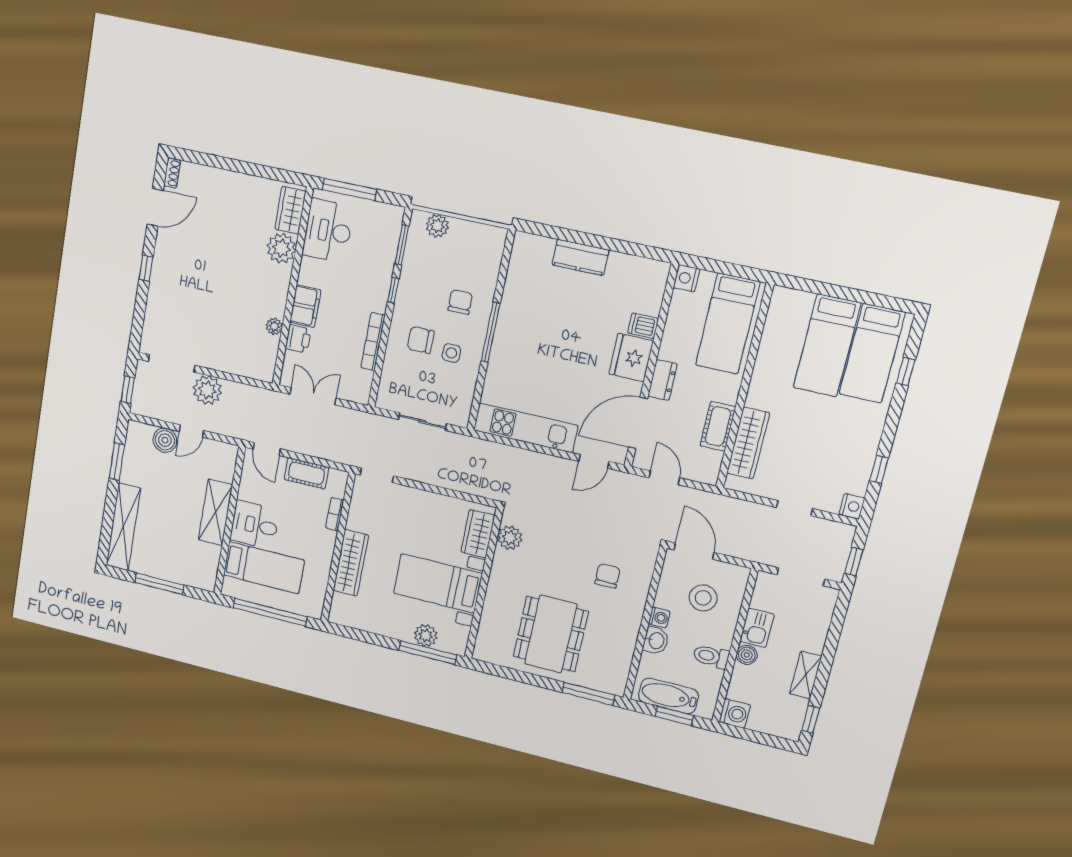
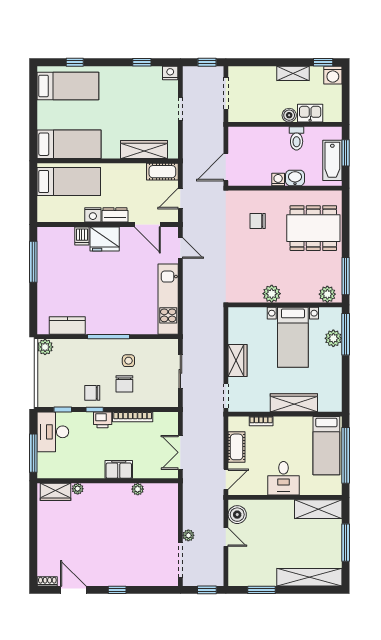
plant: (437, 226) -> (45, 347), moved
desk: (328, 231) -> (53, 432), moved, turned 90
window: (402, 245) -> (63, 409), width x0.67
window: (621, 246) -> (33, 262), added
plant: (281, 248) -> (78, 489), width x0.53, depth x0.53
kitchen counter: (580, 257) -> (67, 326), moved, turned -90
nightstand: (686, 278) -> (93, 215), moved
chair: (460, 302) -> (92, 393), moved
printer: (298, 339) -> (103, 420), moved, turned 180
bed: (827, 345) -> (69, 144), moved
plant: (207, 390) -> (188, 535), width x0.53, depth x0.53
door: (638, 423) -> (147, 224), width x0.73
cot: (718, 426) -> (162, 172), moved
boiler: (165, 440) -> (237, 515), moved
shelving: (215, 512) -> (318, 509), moved
wardrobe: (478, 534) -> (237, 360), moved, turned -90
plant: (510, 538) -> (272, 294), moved
bed: (264, 568) -> (326, 446), moved, turned 180
stool: (703, 598) -> (257, 153), removed
kitchen sink: (757, 628) -> (310, 113), moved
dining table: (551, 634) -> (313, 228), moved
plant: (486, 643) -> (327, 294), added
window: (588, 694) -> (346, 276), moved
washing machine: (735, 713) -> (333, 75), moved, turned 180

